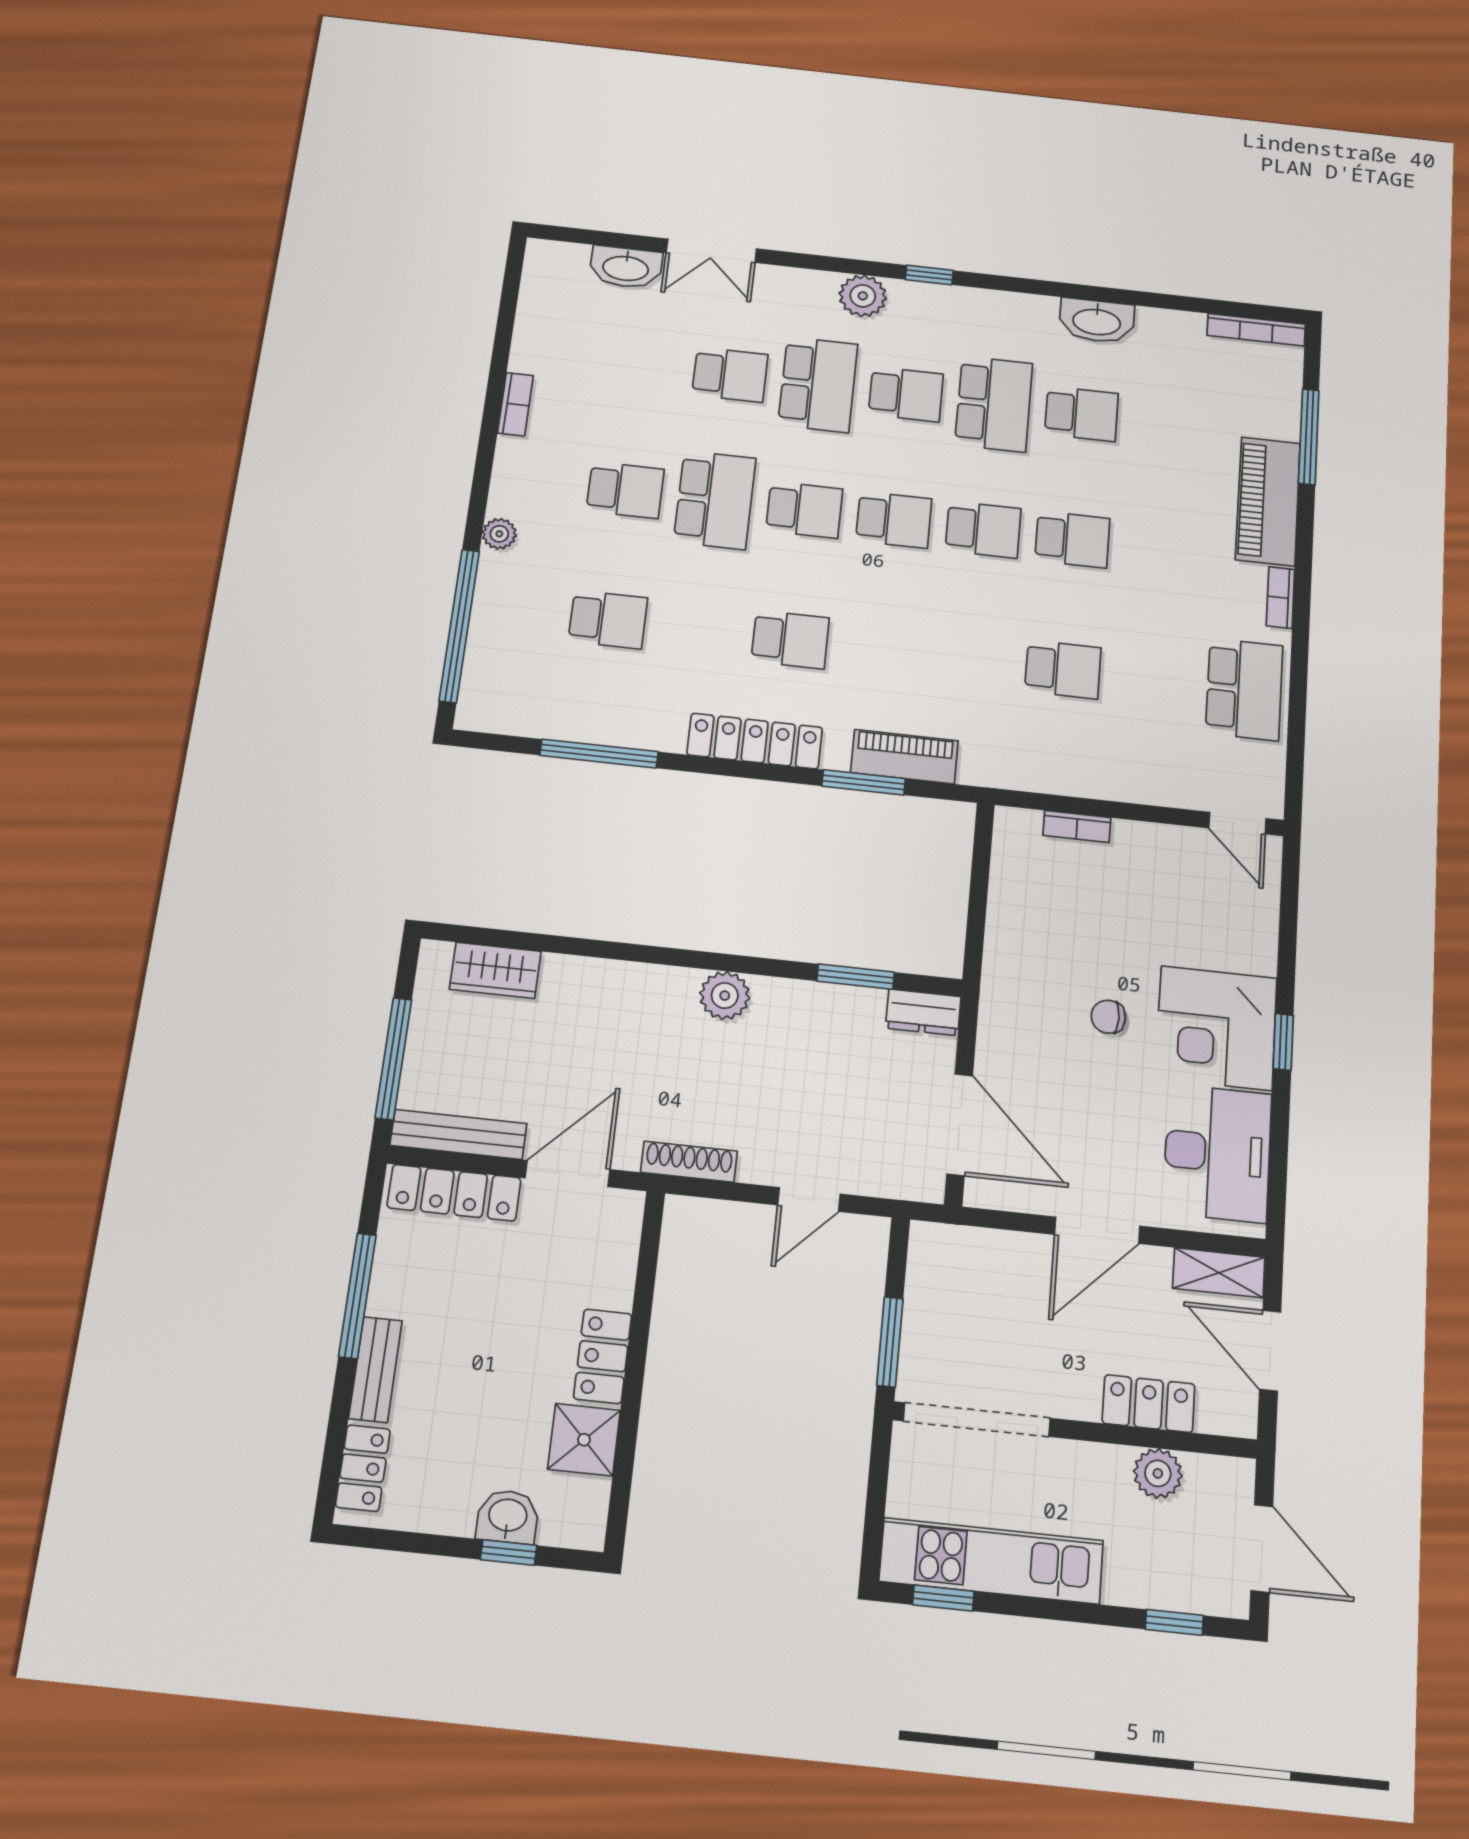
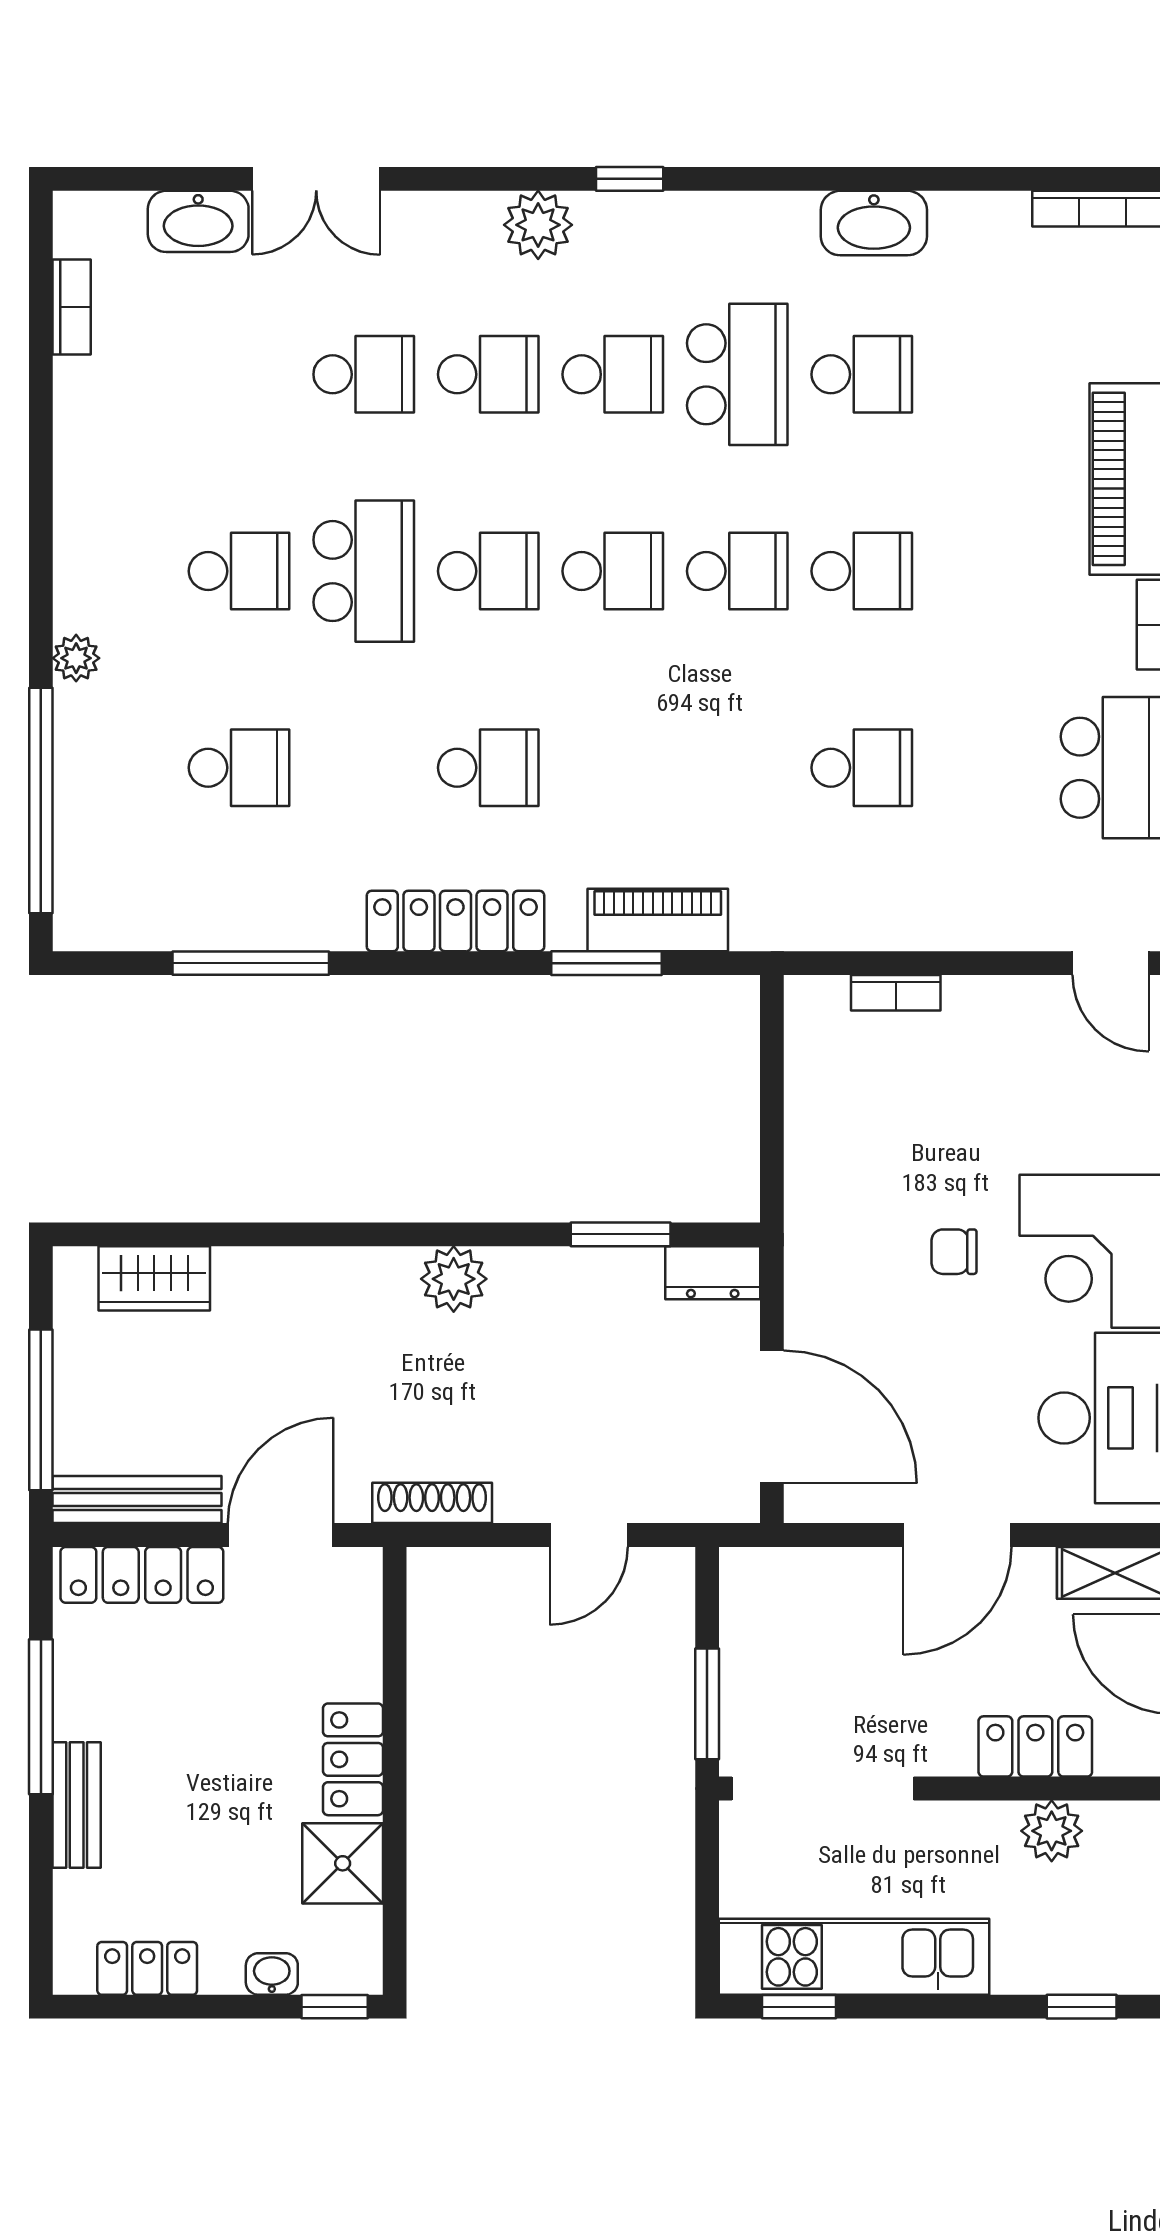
school desk: (818, 384) -> (488, 374), width x0.54
bookcase: (515, 404) -> (72, 307), moved
locker: (363, 1468) -> (147, 1968), moved, turned -90
washbasin: (508, 1517) -> (272, 1974), width x0.72, depth x0.69
window: (508, 1552) -> (335, 2007), moved

